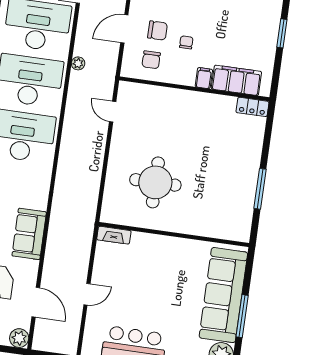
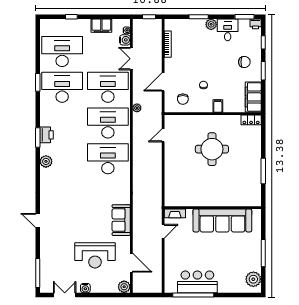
chair: (157, 31) -> (244, 62), moved
filing cabinet: (236, 80) -> (253, 97), moved, turned -90
door: (113, 112) -> (163, 135), hinge flipped
round table: (155, 182) -> (212, 149), moved
door: (87, 294) -> (163, 231), moved
sofa: (223, 295) -> (222, 220), moved, turned -90

